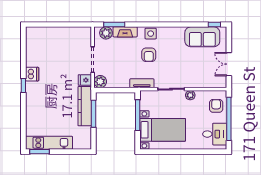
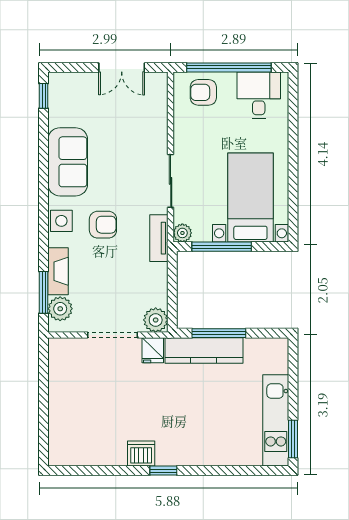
sofa: (202, 37) -> (68, 162), moved
plant: (190, 95) -> (182, 233), moved

